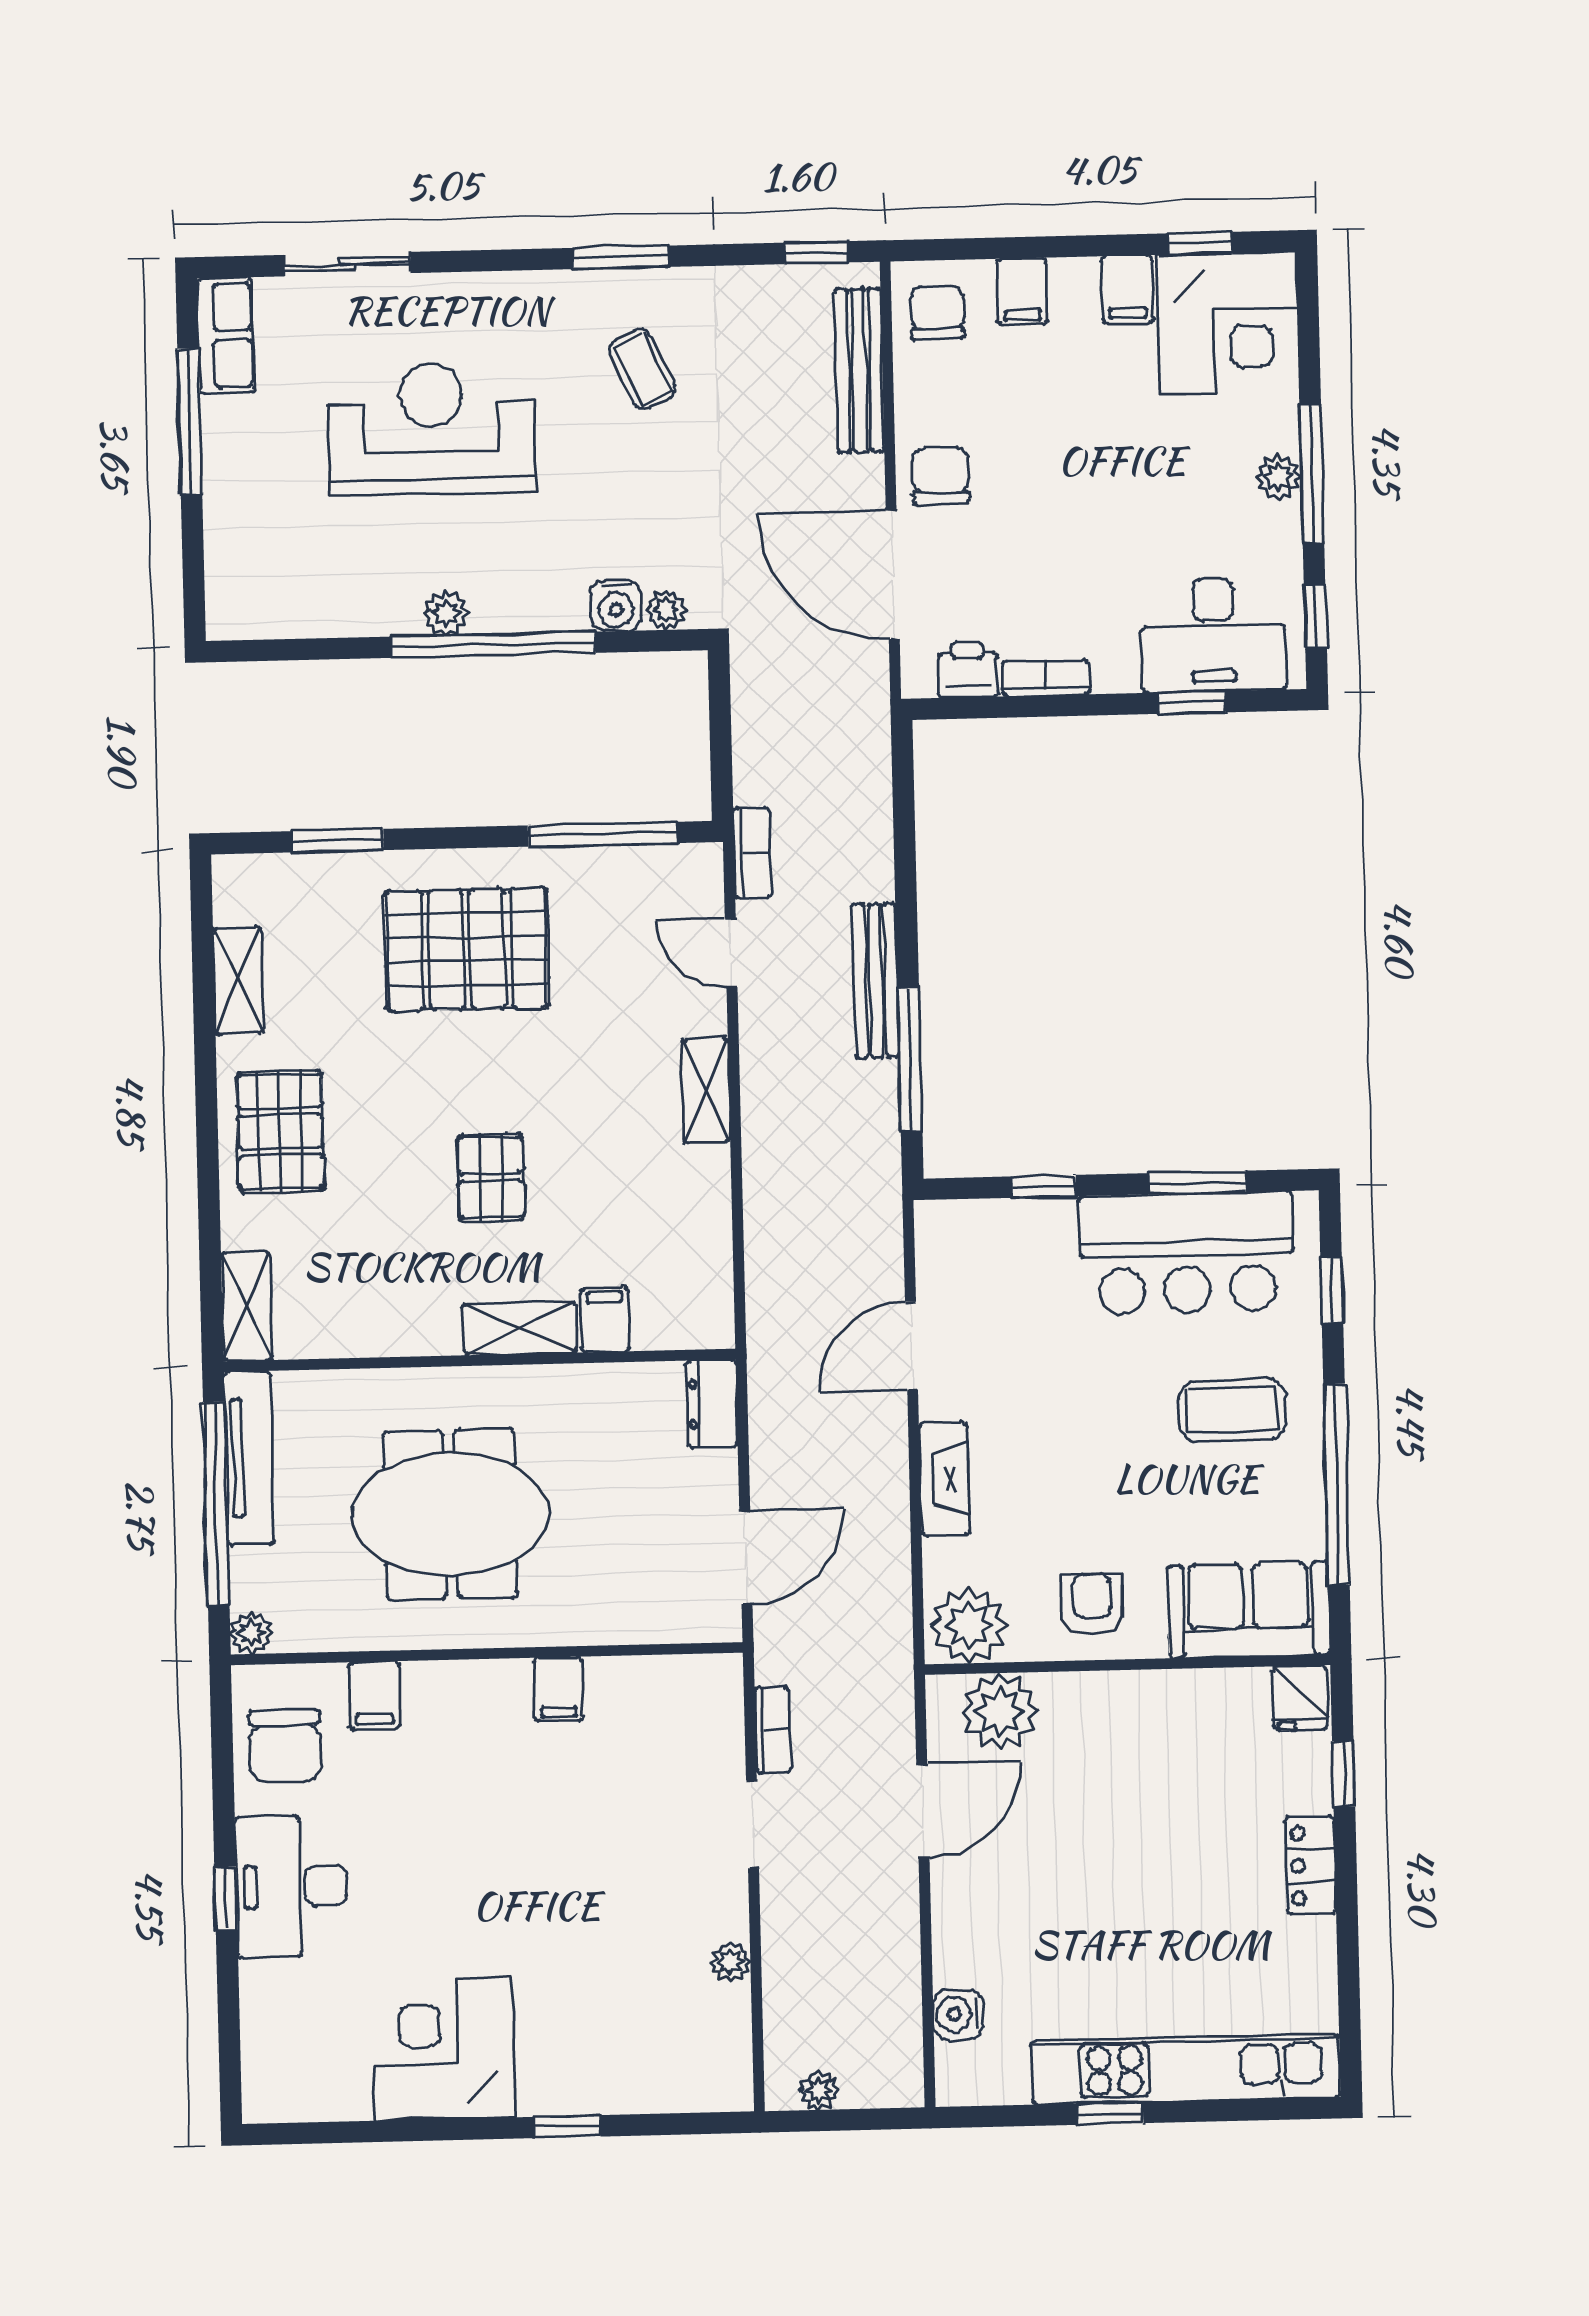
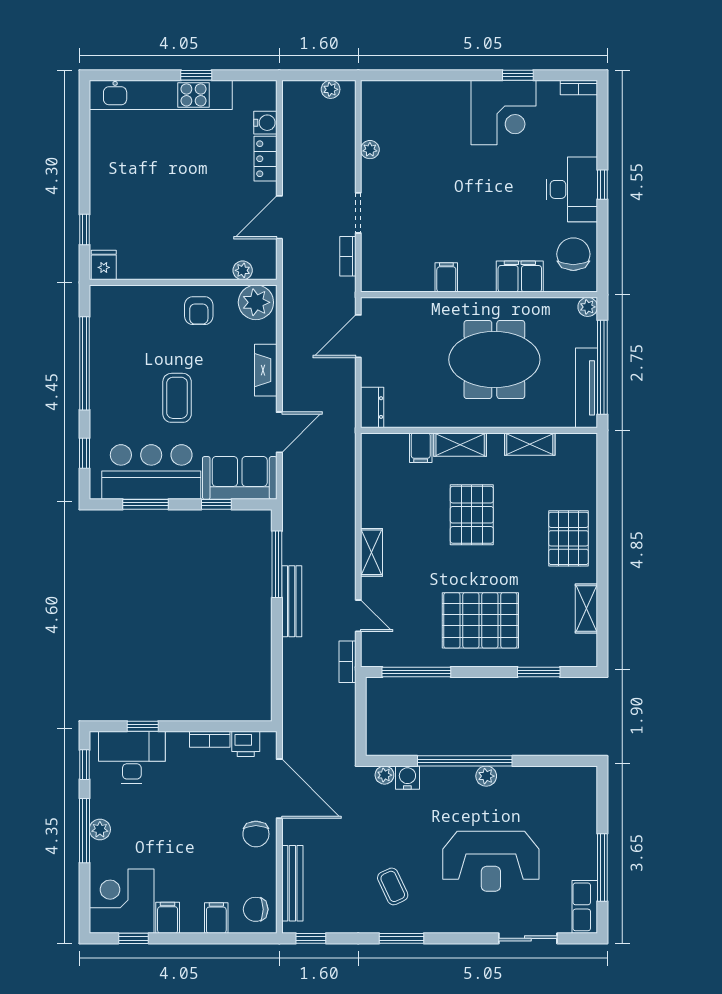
chair: (937, 313) -> (256, 909), turned 90
pallet: (491, 1177) -> (472, 515), width x1.50, depth x1.42
shelving: (247, 1306) -> (530, 444), moved, turned 90
coffee table: (1232, 1410) -> (177, 398), moved, turned 90
sofa: (1249, 1610) -> (240, 478), moved, turned 180
filing cabinet: (374, 1696) -> (520, 277), width x2.00
plant: (1000, 1712) -> (243, 270), width x0.53, depth x0.53
locker: (1311, 1865) -> (265, 159), moved, turned 180
bookcase: (282, 2107) -> (579, 88), added
window: (567, 2127) -> (518, 75), moved

